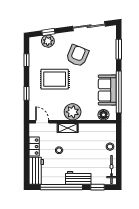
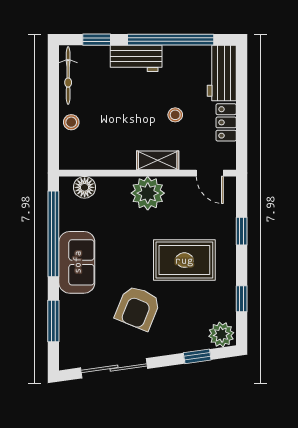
plant: (48, 41) -> (221, 334), moved
sofa: (107, 90) -> (77, 262), moved

